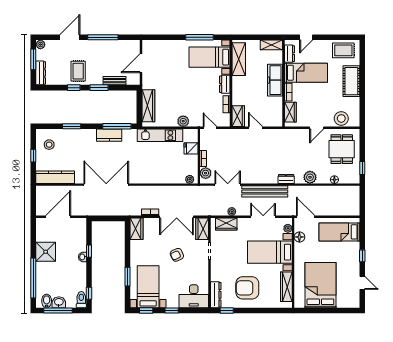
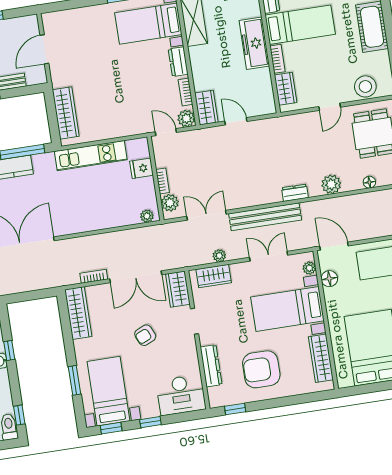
plant: (183, 121) -> (186, 118), moved
wardrobe: (137, 229) -> (78, 313), width x1.50
dresser: (216, 295) -> (211, 366), moved

